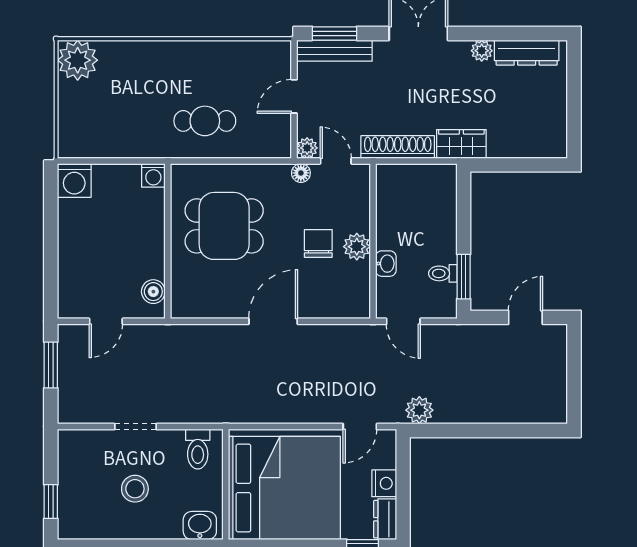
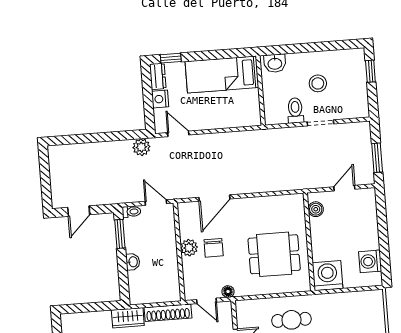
plant: (307, 148) -> (225, 308), removed
washing machine: (153, 175) -> (328, 276), width x1.89, depth x1.89
washing machine: (74, 180) -> (370, 261), moved, turned -90
washbasin: (386, 264) -> (133, 262), moved, turned 180
toilet: (443, 273) -> (131, 212), moved
door: (273, 321) -> (214, 198), moved
door: (360, 427) -> (178, 134), hinge flipped
toilet: (198, 449) -> (295, 110), moved
bed: (284, 488) -> (222, 74), width x0.49

